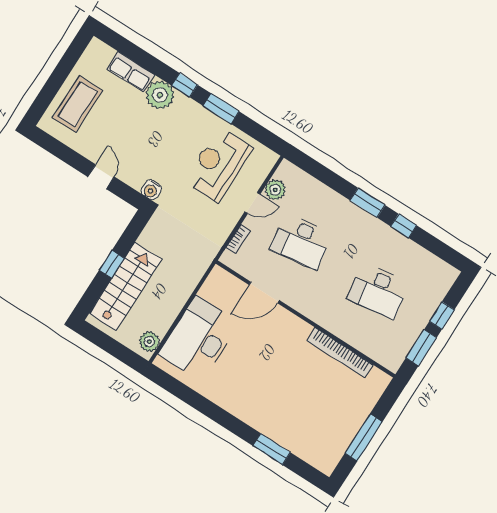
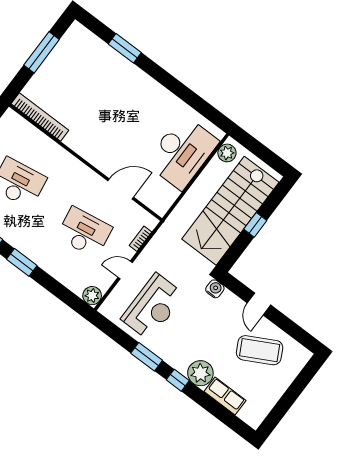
coffee table: (78, 104) -> (260, 350), moved, turned 62
plant: (275, 190) -> (92, 296), moved
stairs: (125, 286) -> (230, 211), width x1.36, depth x1.51
bookcase: (340, 353) -> (40, 117), moved

